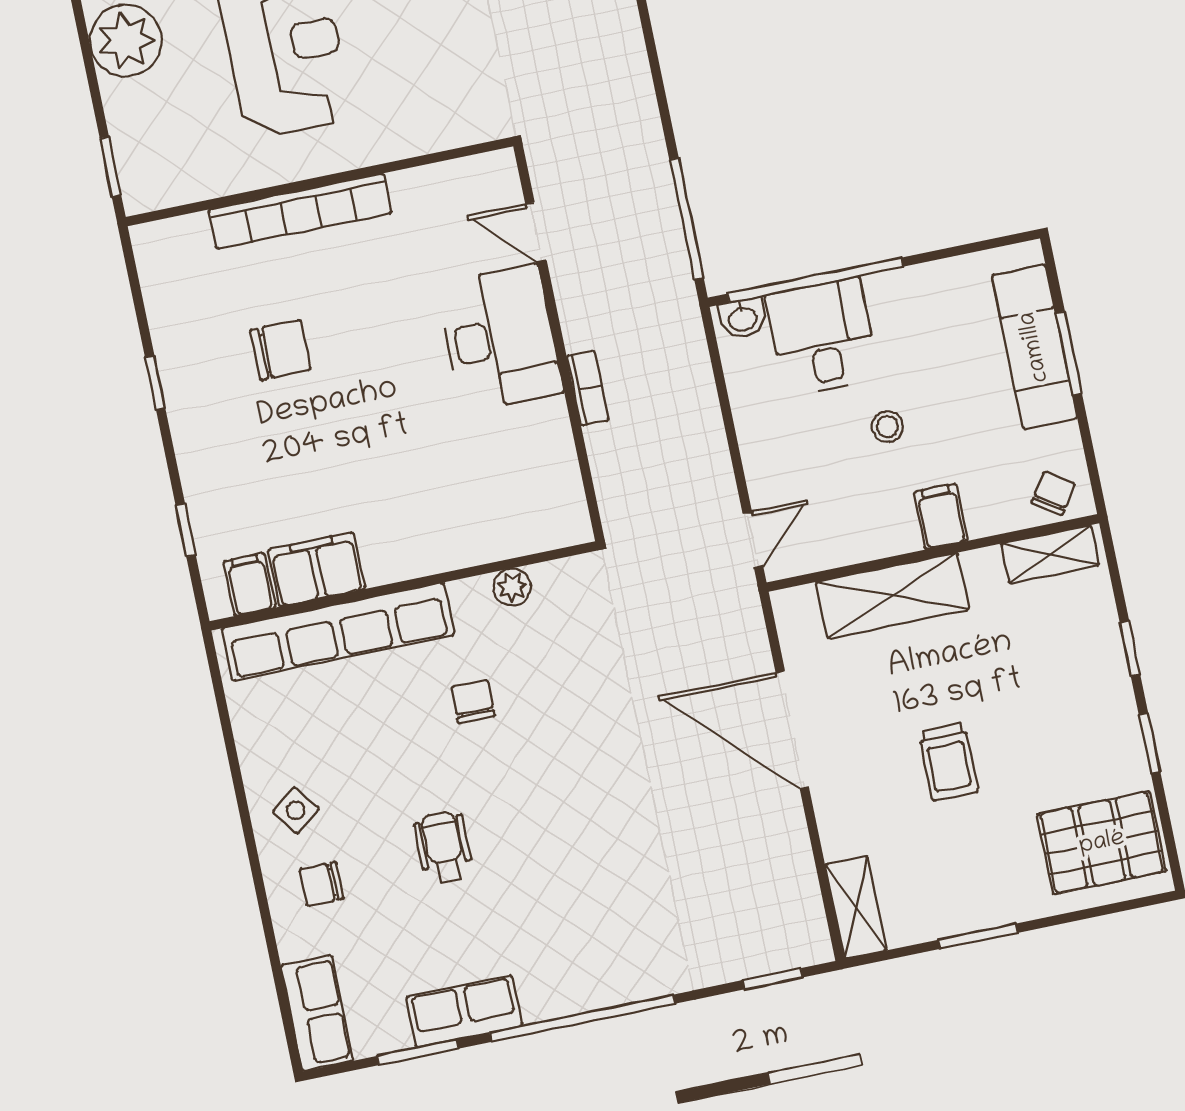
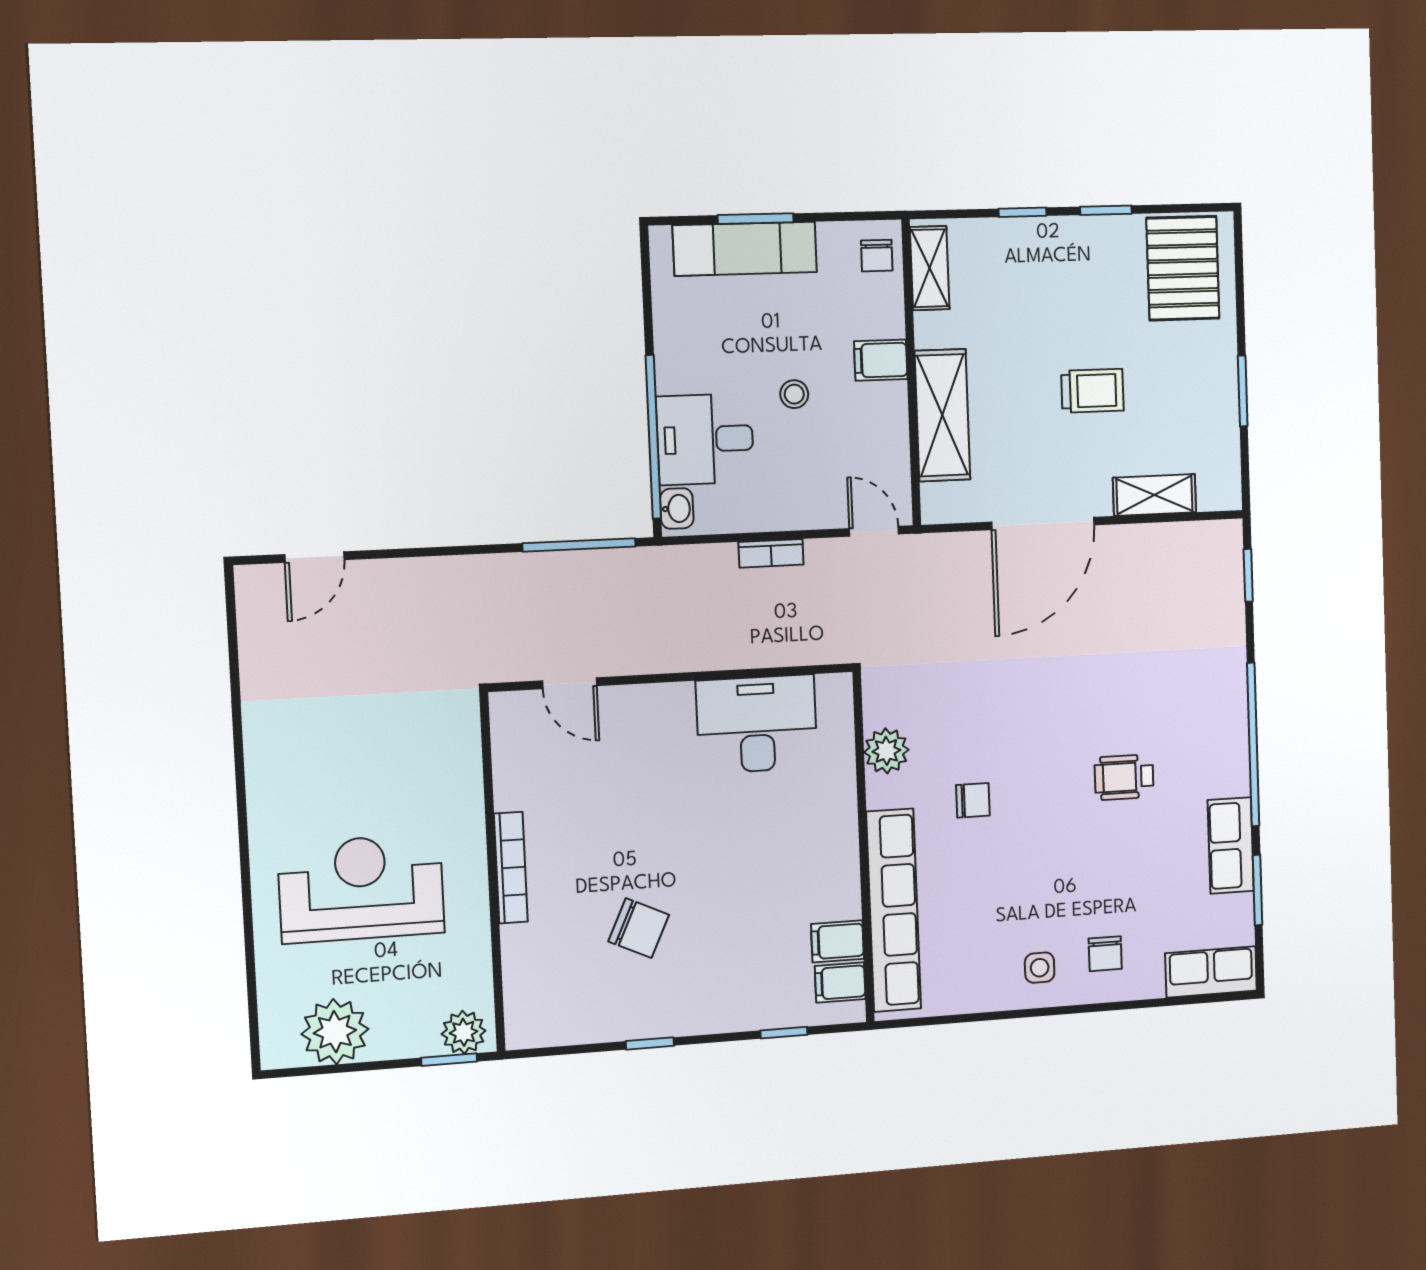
plant: (142, 178) -> (464, 1032), added
bookcase: (300, 211) -> (511, 868), width x0.68, depth x0.76
door: (536, 232) -> (570, 683), hinge flipped
desk: (500, 338) -> (757, 724), moved
chair: (280, 350) -> (639, 928), turned 115
bookcase: (588, 388) -> (771, 553), moved, turned 180
chair: (1053, 493) -> (877, 256), turned -124
filing cabinet: (316, 569) -> (837, 941), width x0.50
plant: (512, 587) -> (886, 751), width x1.38, depth x1.38
chair: (473, 702) -> (973, 800), turned 180
side table: (296, 810) -> (1040, 968), turned 37
wheelchair: (444, 847) -> (1124, 777), moved
shelving: (856, 907) -> (1154, 495), moved

